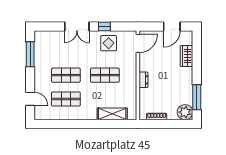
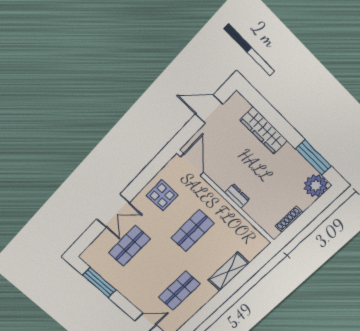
window: (104, 26) -> (140, 183), removed
door: (172, 26) -> (209, 109), swing flipped
wardrobe: (187, 56) -> (264, 130), width x1.50
shop shelf: (66, 75) -> (129, 246), moved
shelving: (112, 114) -> (229, 272), moved

